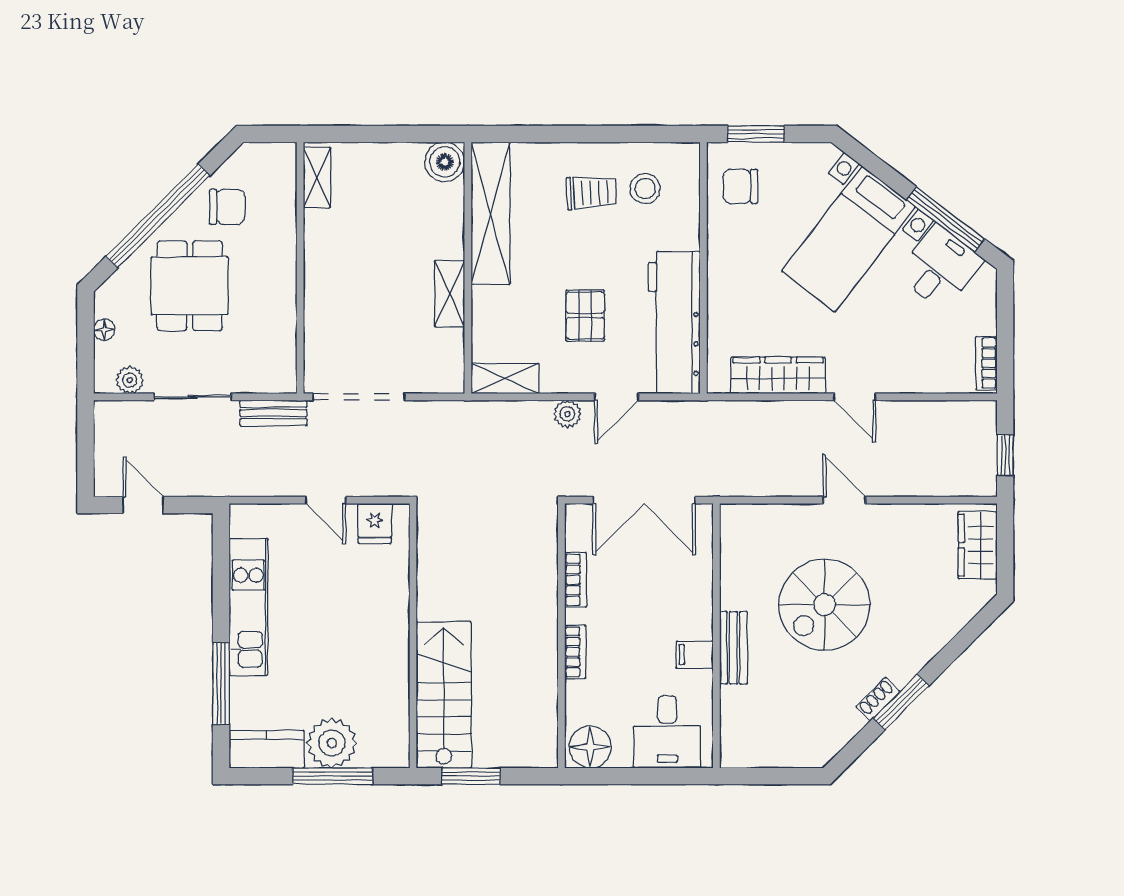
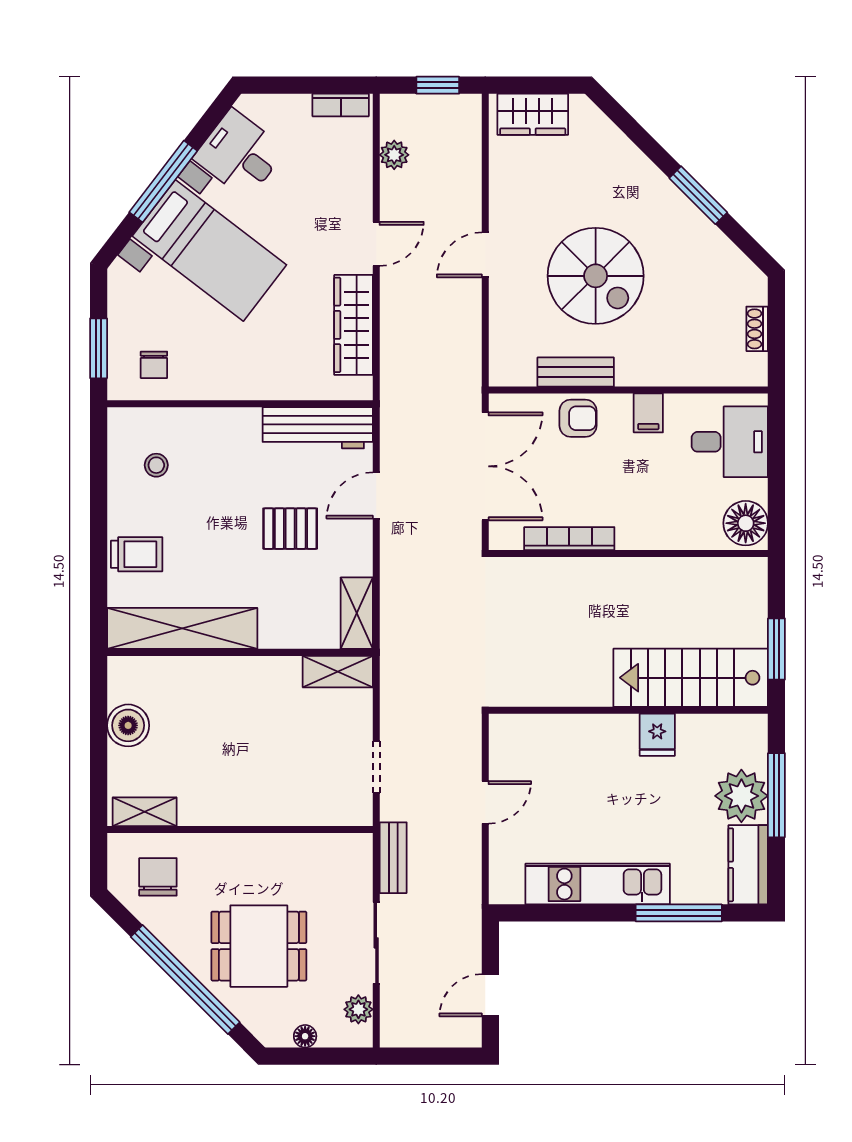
boiler: (445, 162) -> (128, 725), moved
chair: (740, 186) -> (154, 365), width x0.73, depth x0.73
stool: (645, 189) -> (156, 465), width x0.73, depth x0.73
trolley: (591, 193) -> (137, 554), moved, turned 93
chair: (227, 207) -> (158, 877), moved
window: (946, 219) -> (163, 181), moved
shelving: (450, 294) -> (338, 672), moved
workbench: (674, 323) -> (318, 428), width x0.73, depth x0.76
doorway: (359, 397) -> (376, 767), width x0.53
door: (616, 397) -> (376, 495), swing flipped
plant: (567, 414) -> (394, 155), moved
fridge: (375, 523) -> (657, 735), moved, turned 90
bookcase: (576, 580) -> (569, 539), width x1.56
armchair: (690, 588) -> (578, 418), added
bench: (733, 648) -> (576, 372), moved
bookcase: (575, 652) -> (645, 539), removed
shoe rack: (878, 699) -> (757, 329), moved, turned 45

